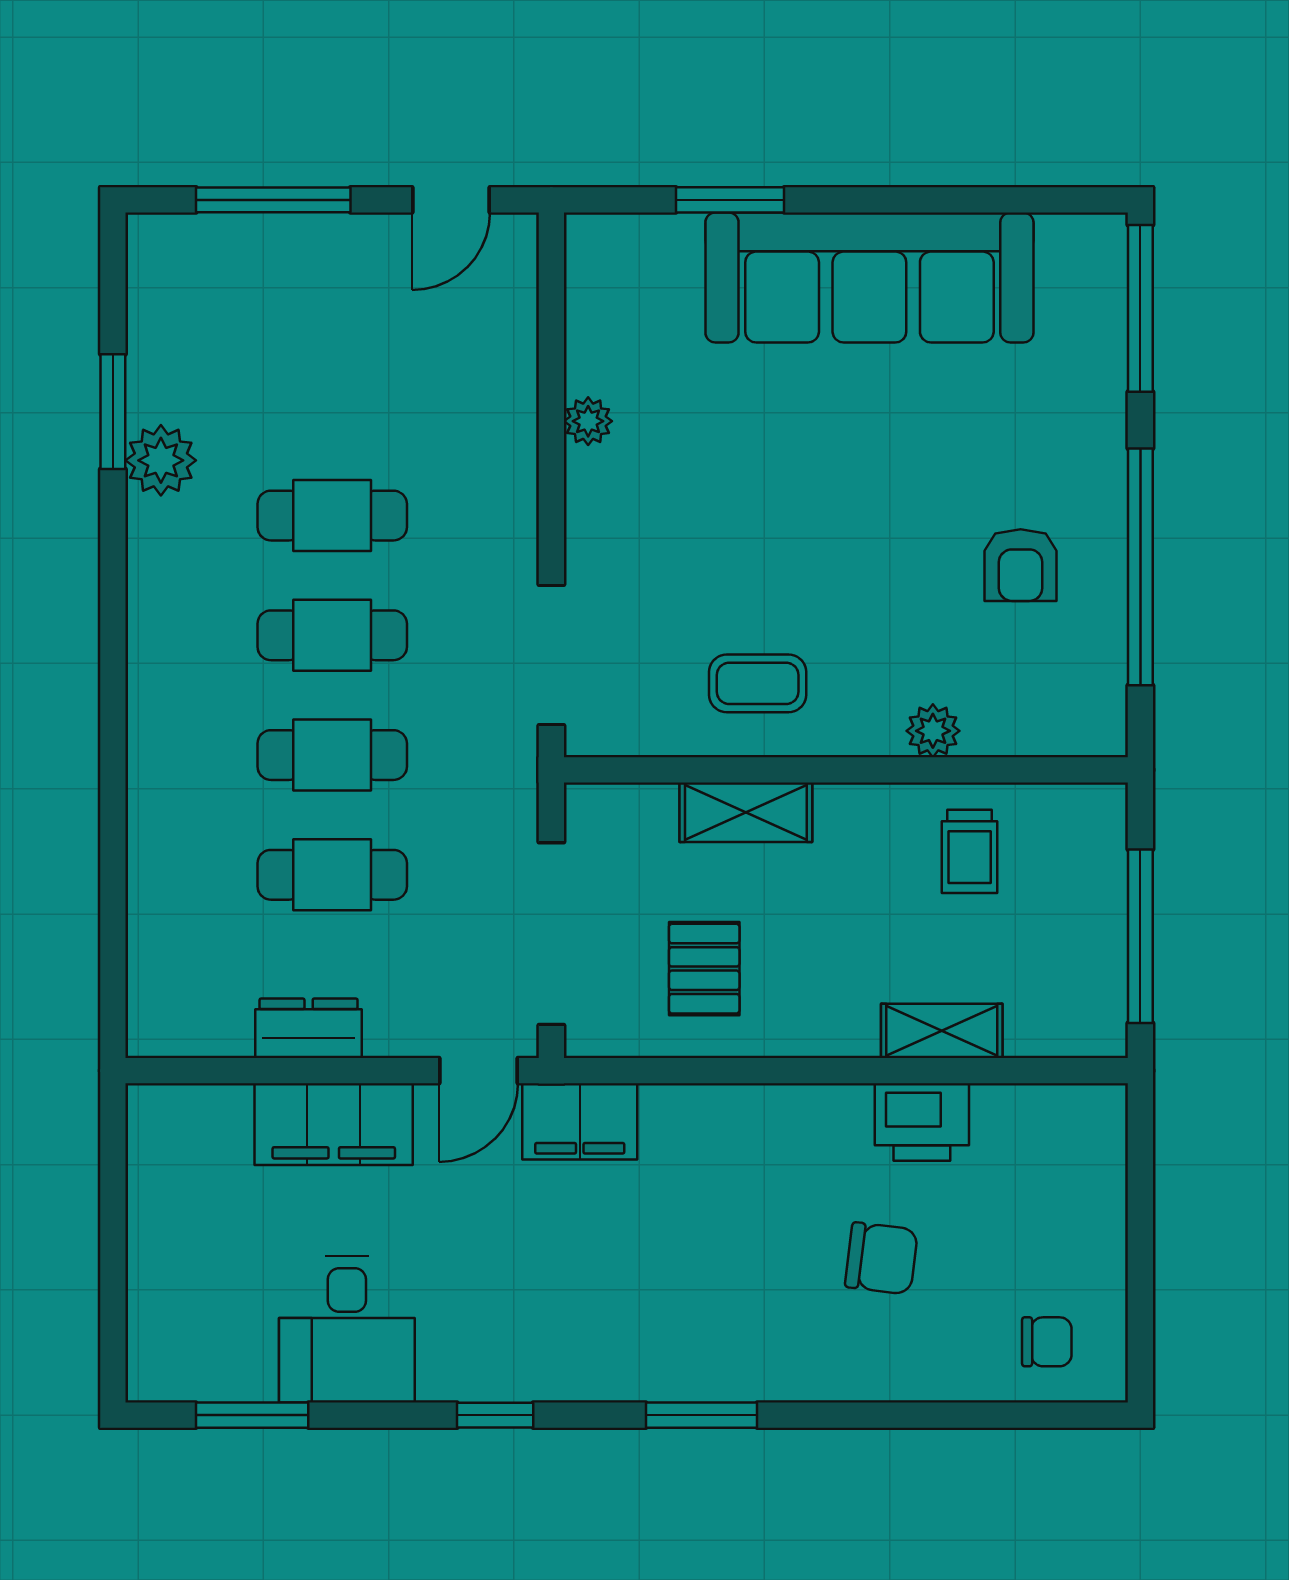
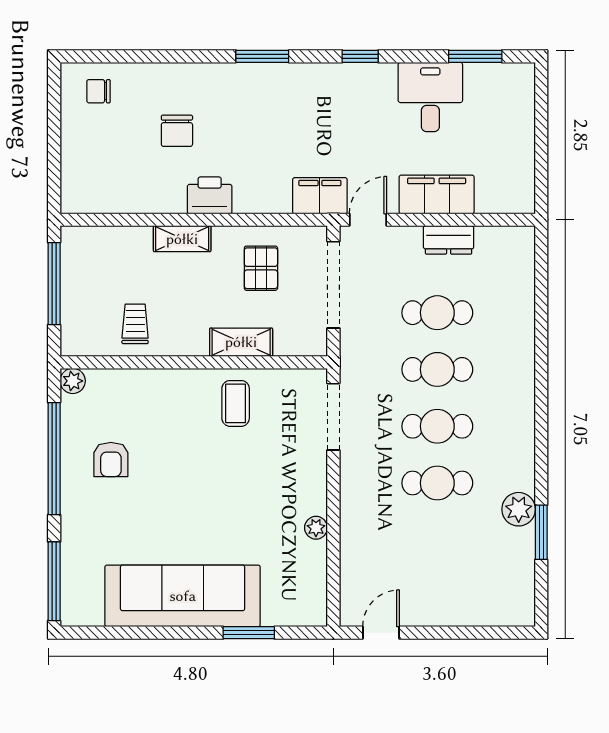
window: (273, 200) -> (465, 633), removed
armchair: (1021, 565) -> (111, 460), turned 180
coffee table: (758, 683) -> (236, 403), turned 90
plant: (933, 731) -> (73, 381), moved
shelving: (942, 1031) -> (182, 239), moved
printer: (922, 1122) -> (210, 195), moved
chair: (881, 1258) -> (177, 131), turned -97

